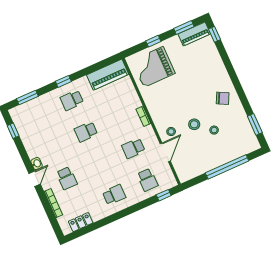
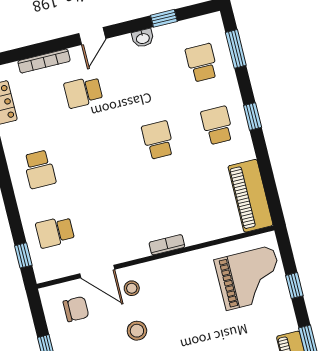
grand piano: (154, 67) -> (250, 278), turned 90
window: (13, 131) -> (164, 18), moved
school desk: (133, 148) -> (202, 63), moved
chair: (188, 160) -> (76, 309), added
washbasin: (37, 164) -> (143, 38), moved
door: (35, 179) -> (92, 36), hinge flipped

